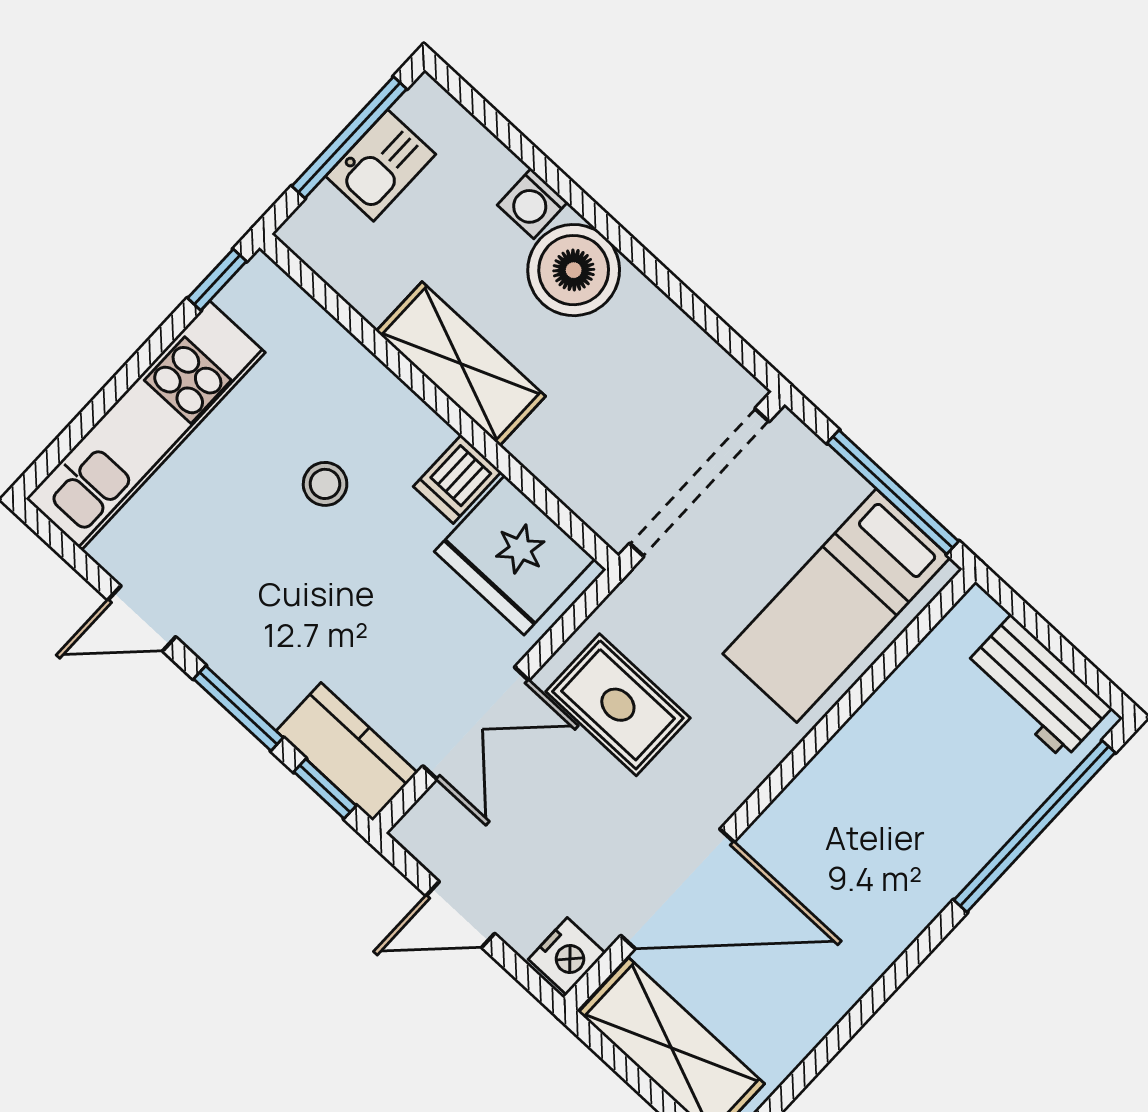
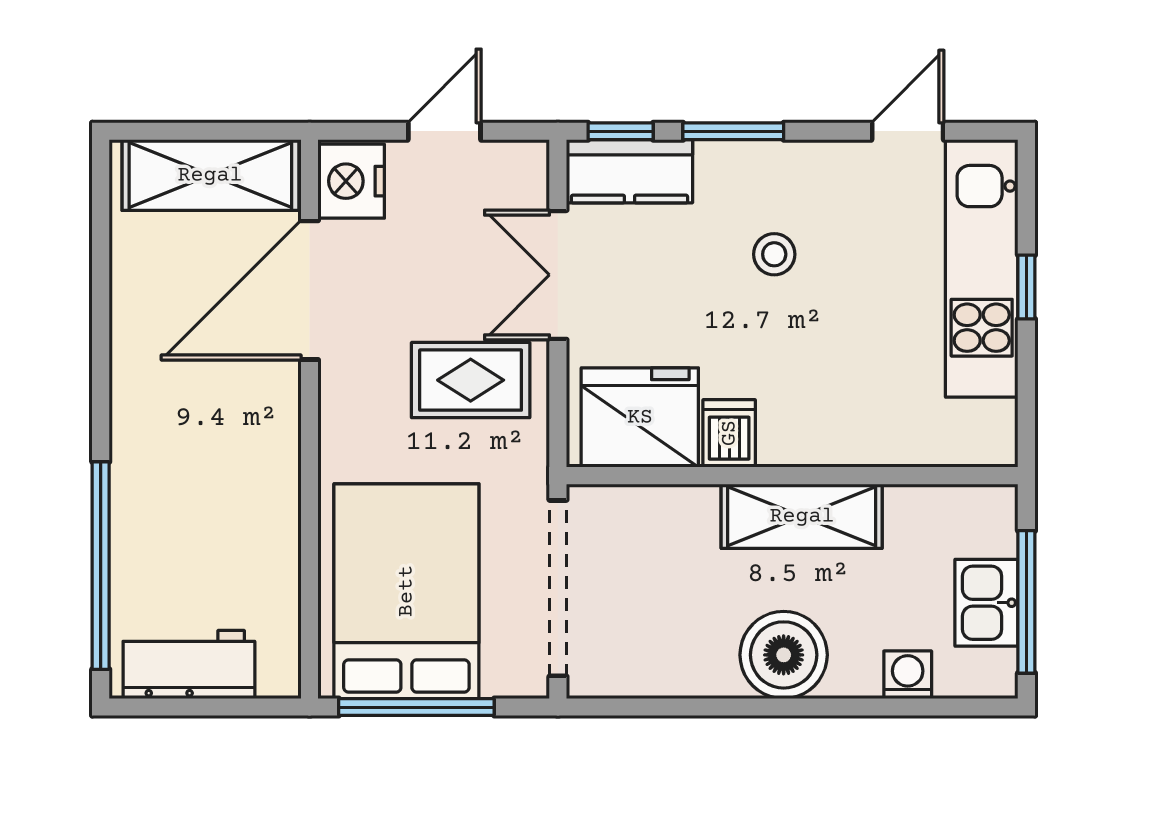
washing machine: (532, 203) -> (908, 675), moved
window: (217, 280) -> (1026, 287), moved
stool: (325, 484) -> (774, 254), moved
bed: (836, 606) -> (406, 591), width x1.50
door: (142, 618) -> (908, 131), moved
nightstand: (567, 956) -> (351, 181), width x1.36, depth x1.33

